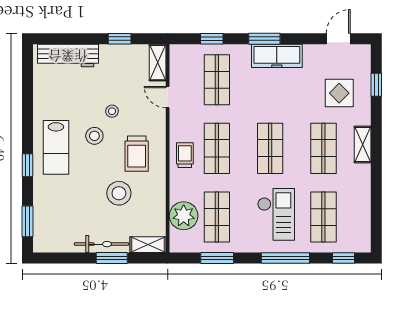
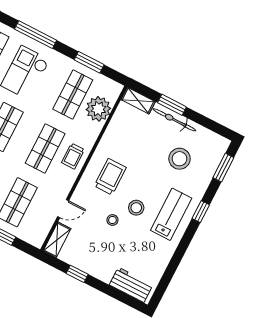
workbench: (68, 56) -> (131, 285), width x0.73
door: (168, 97) -> (63, 209), hinge flipped
stool: (119, 193) -> (179, 159), moved

